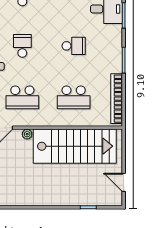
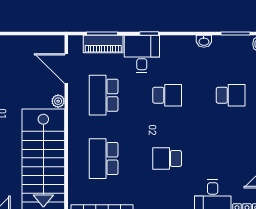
school desk: (74, 46) -> (167, 159), turned 90

